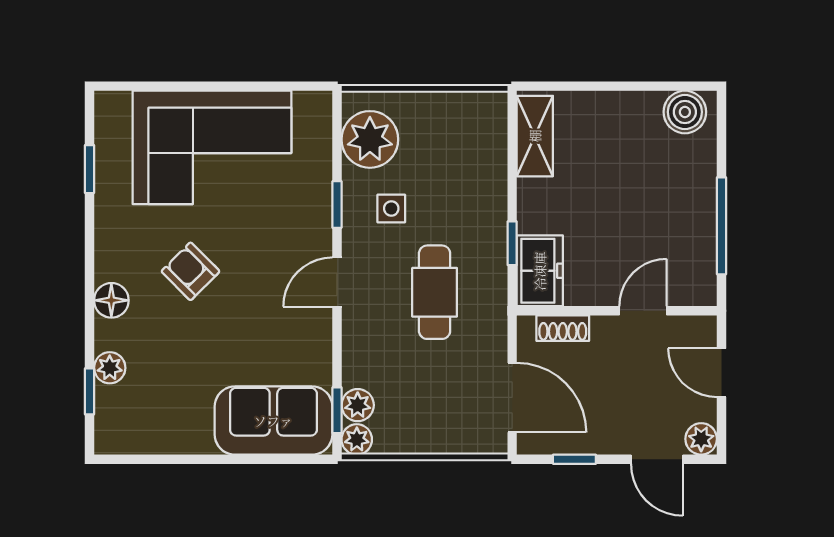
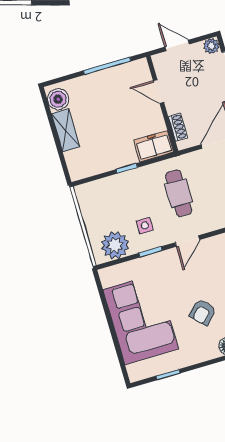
shelving: (535, 136) -> (66, 130), moved, turned 90
window: (512, 243) -> (127, 168), moved
door: (337, 282) -> (187, 241), hinge flipped
cafe table: (435, 292) -> (179, 193), turned 90
door: (721, 373) -> (177, 45), swing flipped

